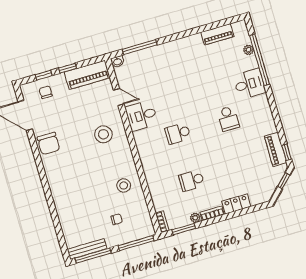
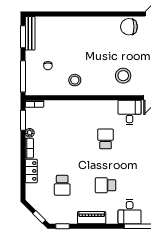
piano: (276, 149) -> (92, 218), moved
school desk: (192, 180) -> (62, 185), moved, turned 180
window: (93, 256) -> (23, 37), width x0.69

